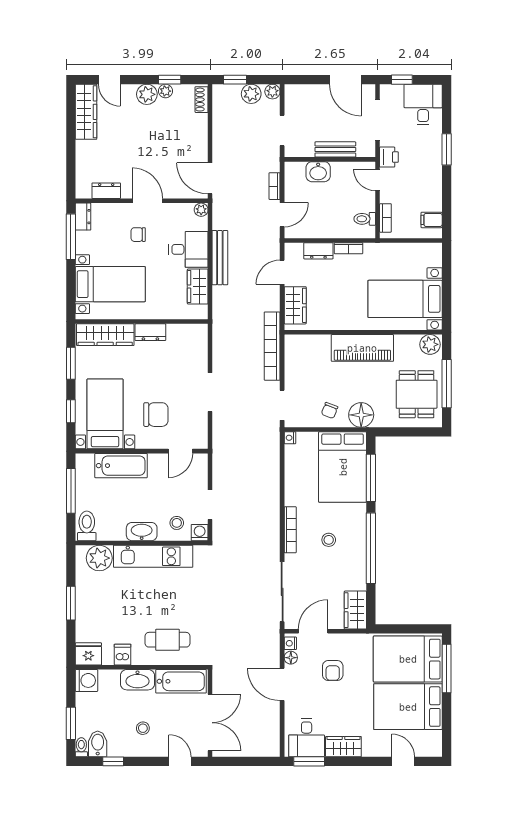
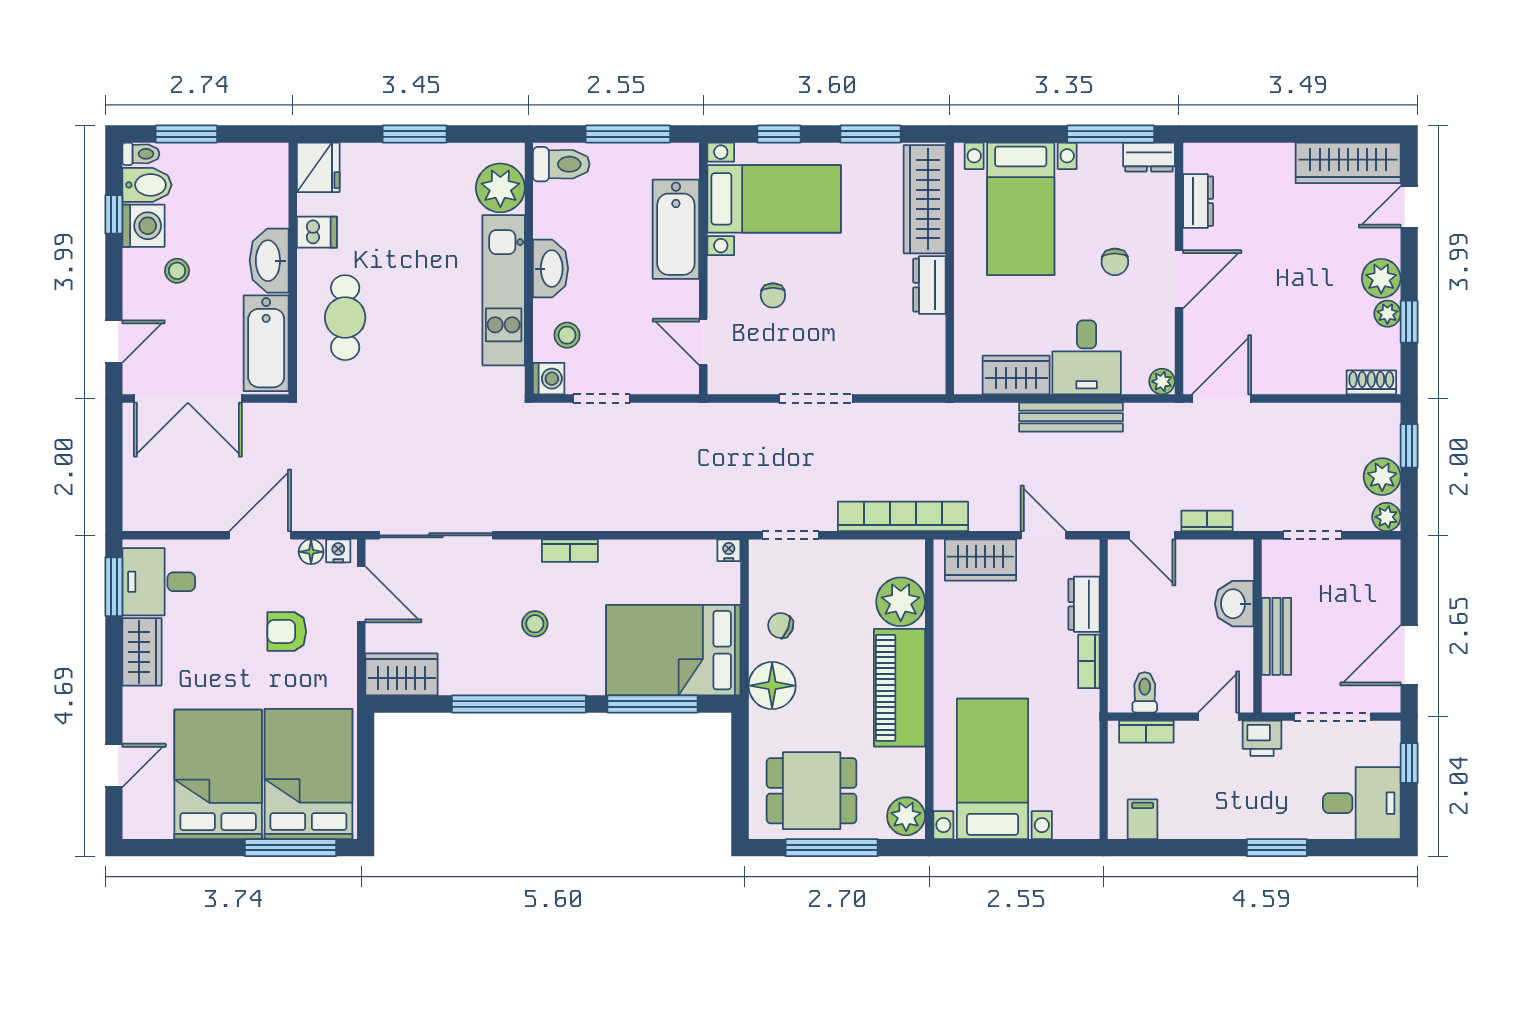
chair: (138, 235) -> (1115, 262), turned 180
plant: (317, 347) -> (901, 602), added
chair: (156, 415) -> (773, 295), width x0.54, depth x0.54
bookcase: (290, 530) -> (570, 551), width x0.64
washing machine: (86, 680) -> (143, 226), moved, turned -90

